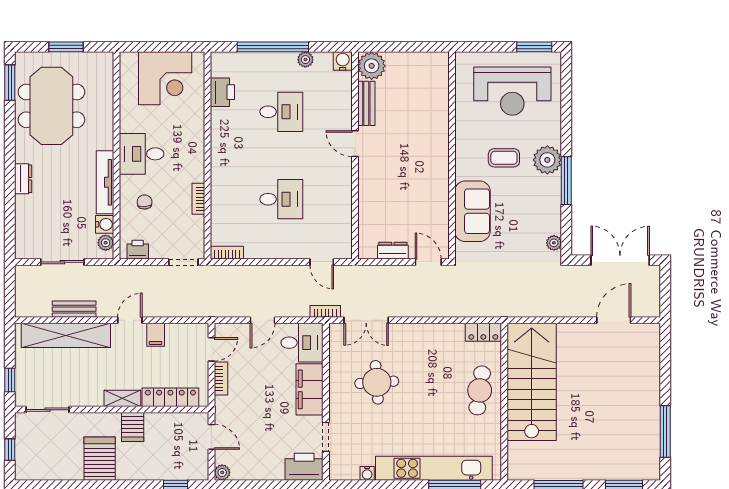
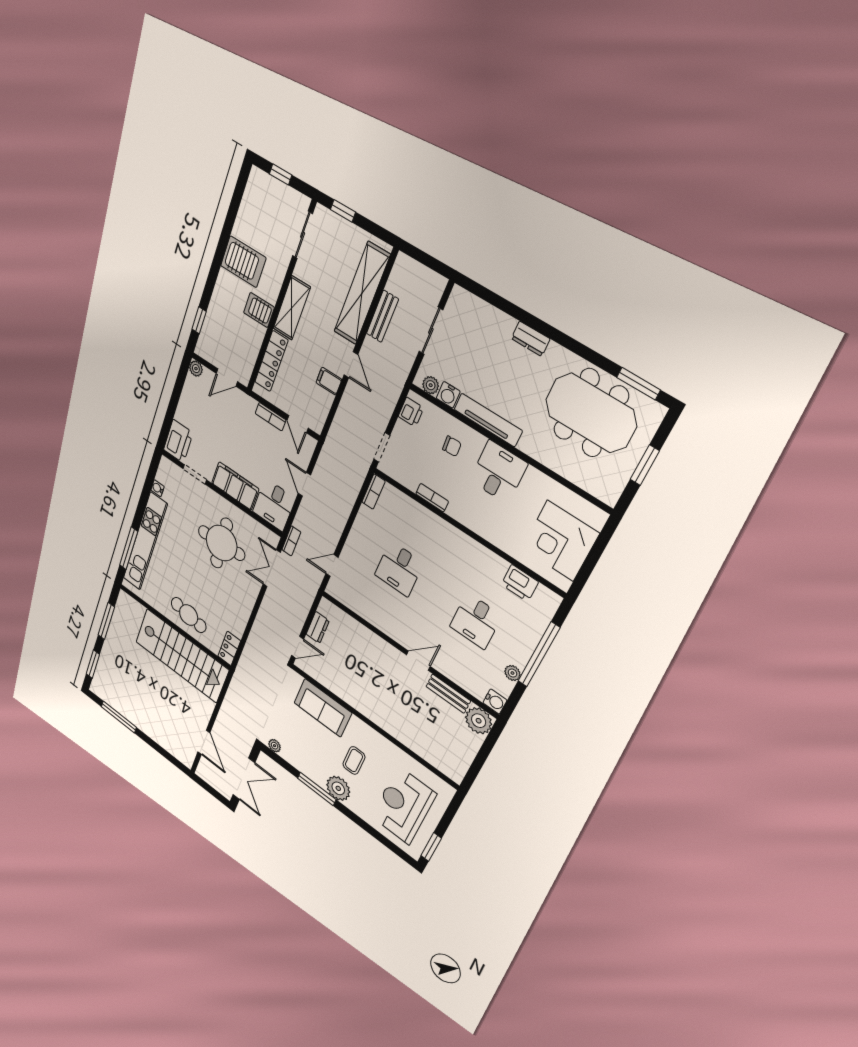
round table: (377, 382) -> (222, 543), width x1.36, depth x1.36
shelving: (122, 398) -> (292, 308), width x1.50, depth x1.33

